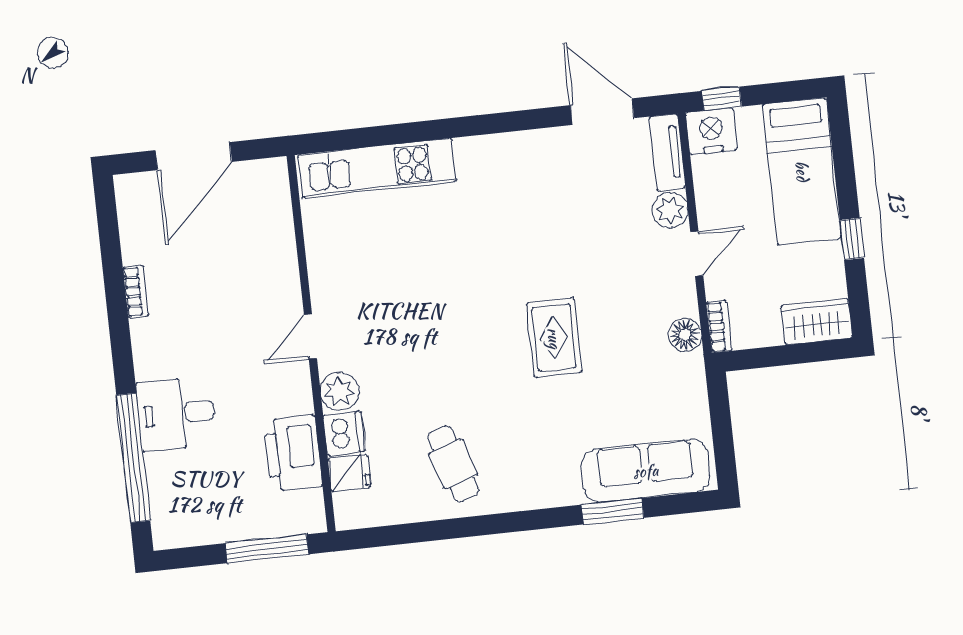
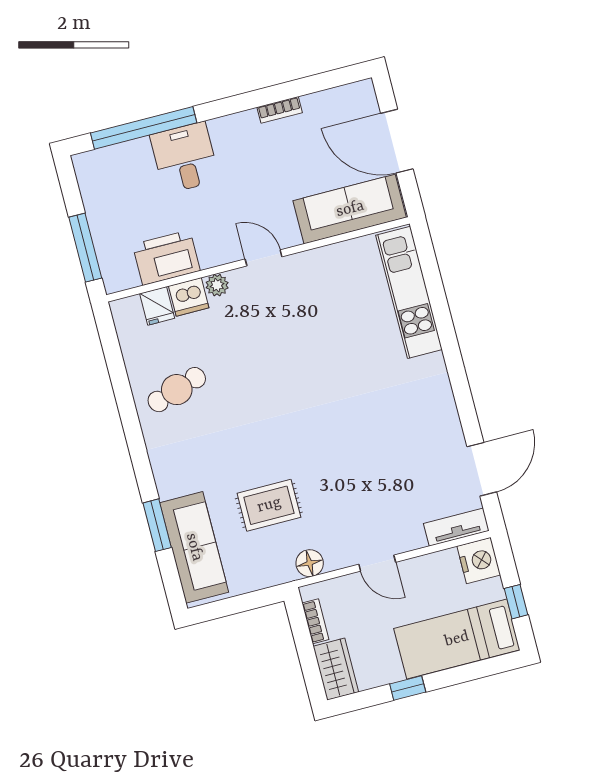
window: (722, 99) -> (516, 602), moved
plant: (670, 210) -> (409, 536), removed
sofa: (267, 225) -> (350, 209), added
bookcase: (719, 326) -> (315, 621), moved, turned -90
rug: (554, 338) -> (269, 505), moved
plant: (340, 391) -> (217, 285), width x0.73, depth x0.73

